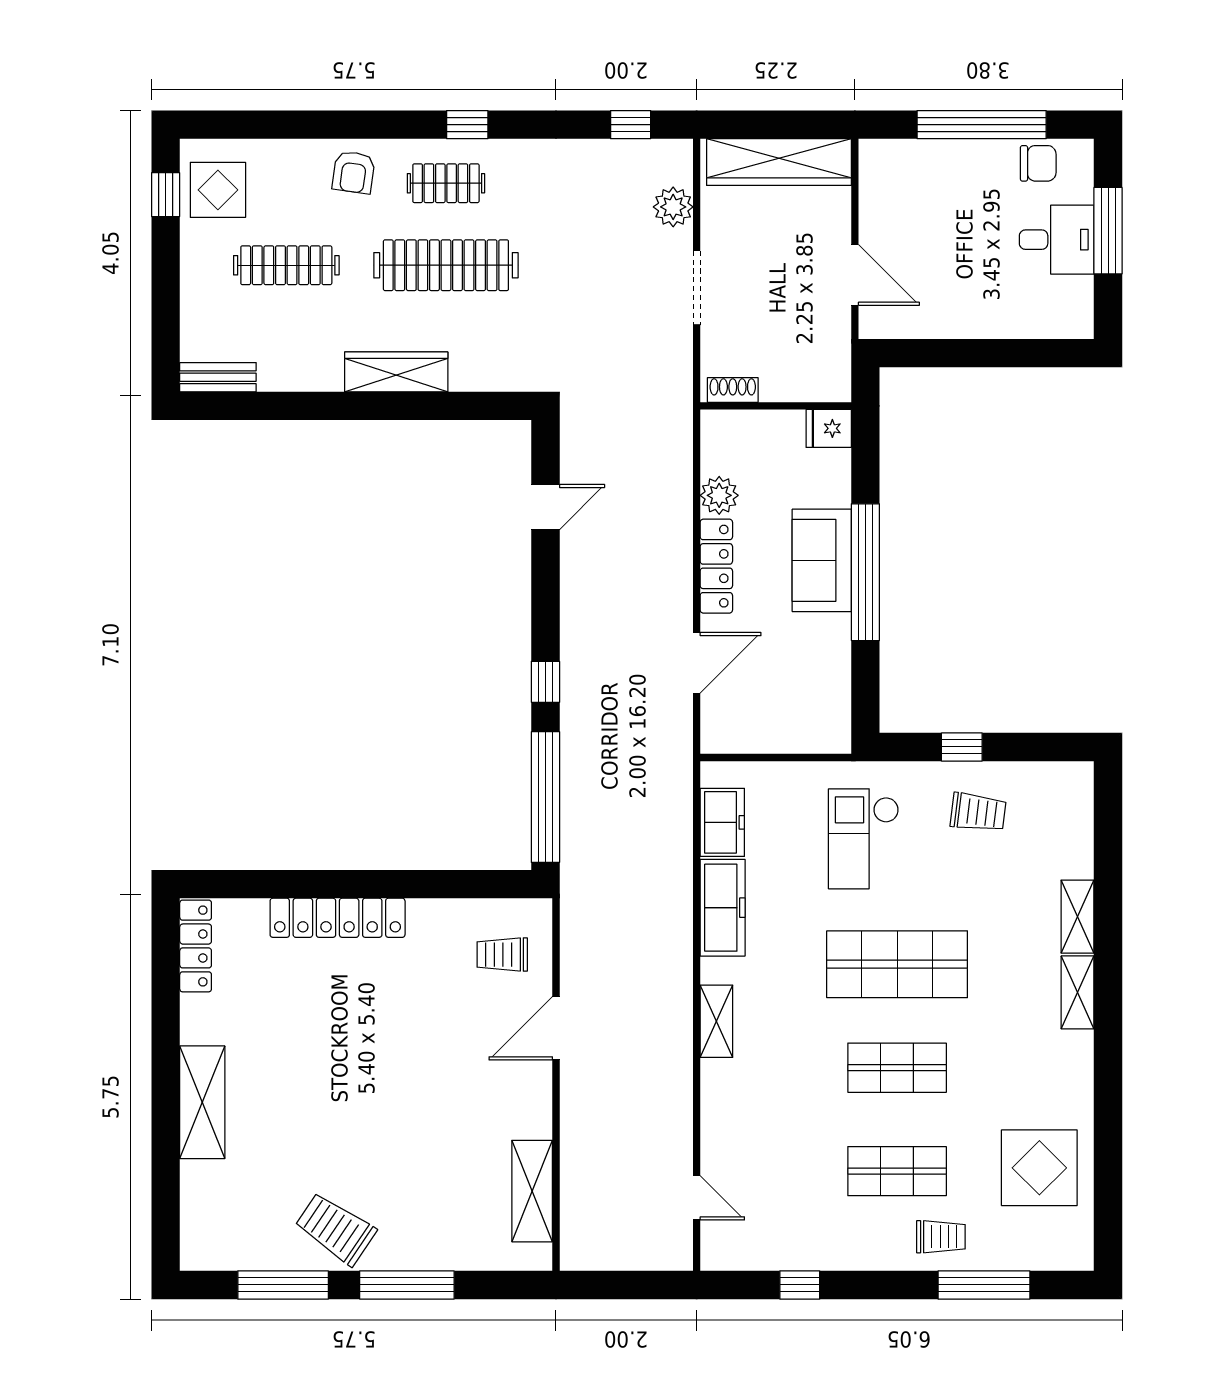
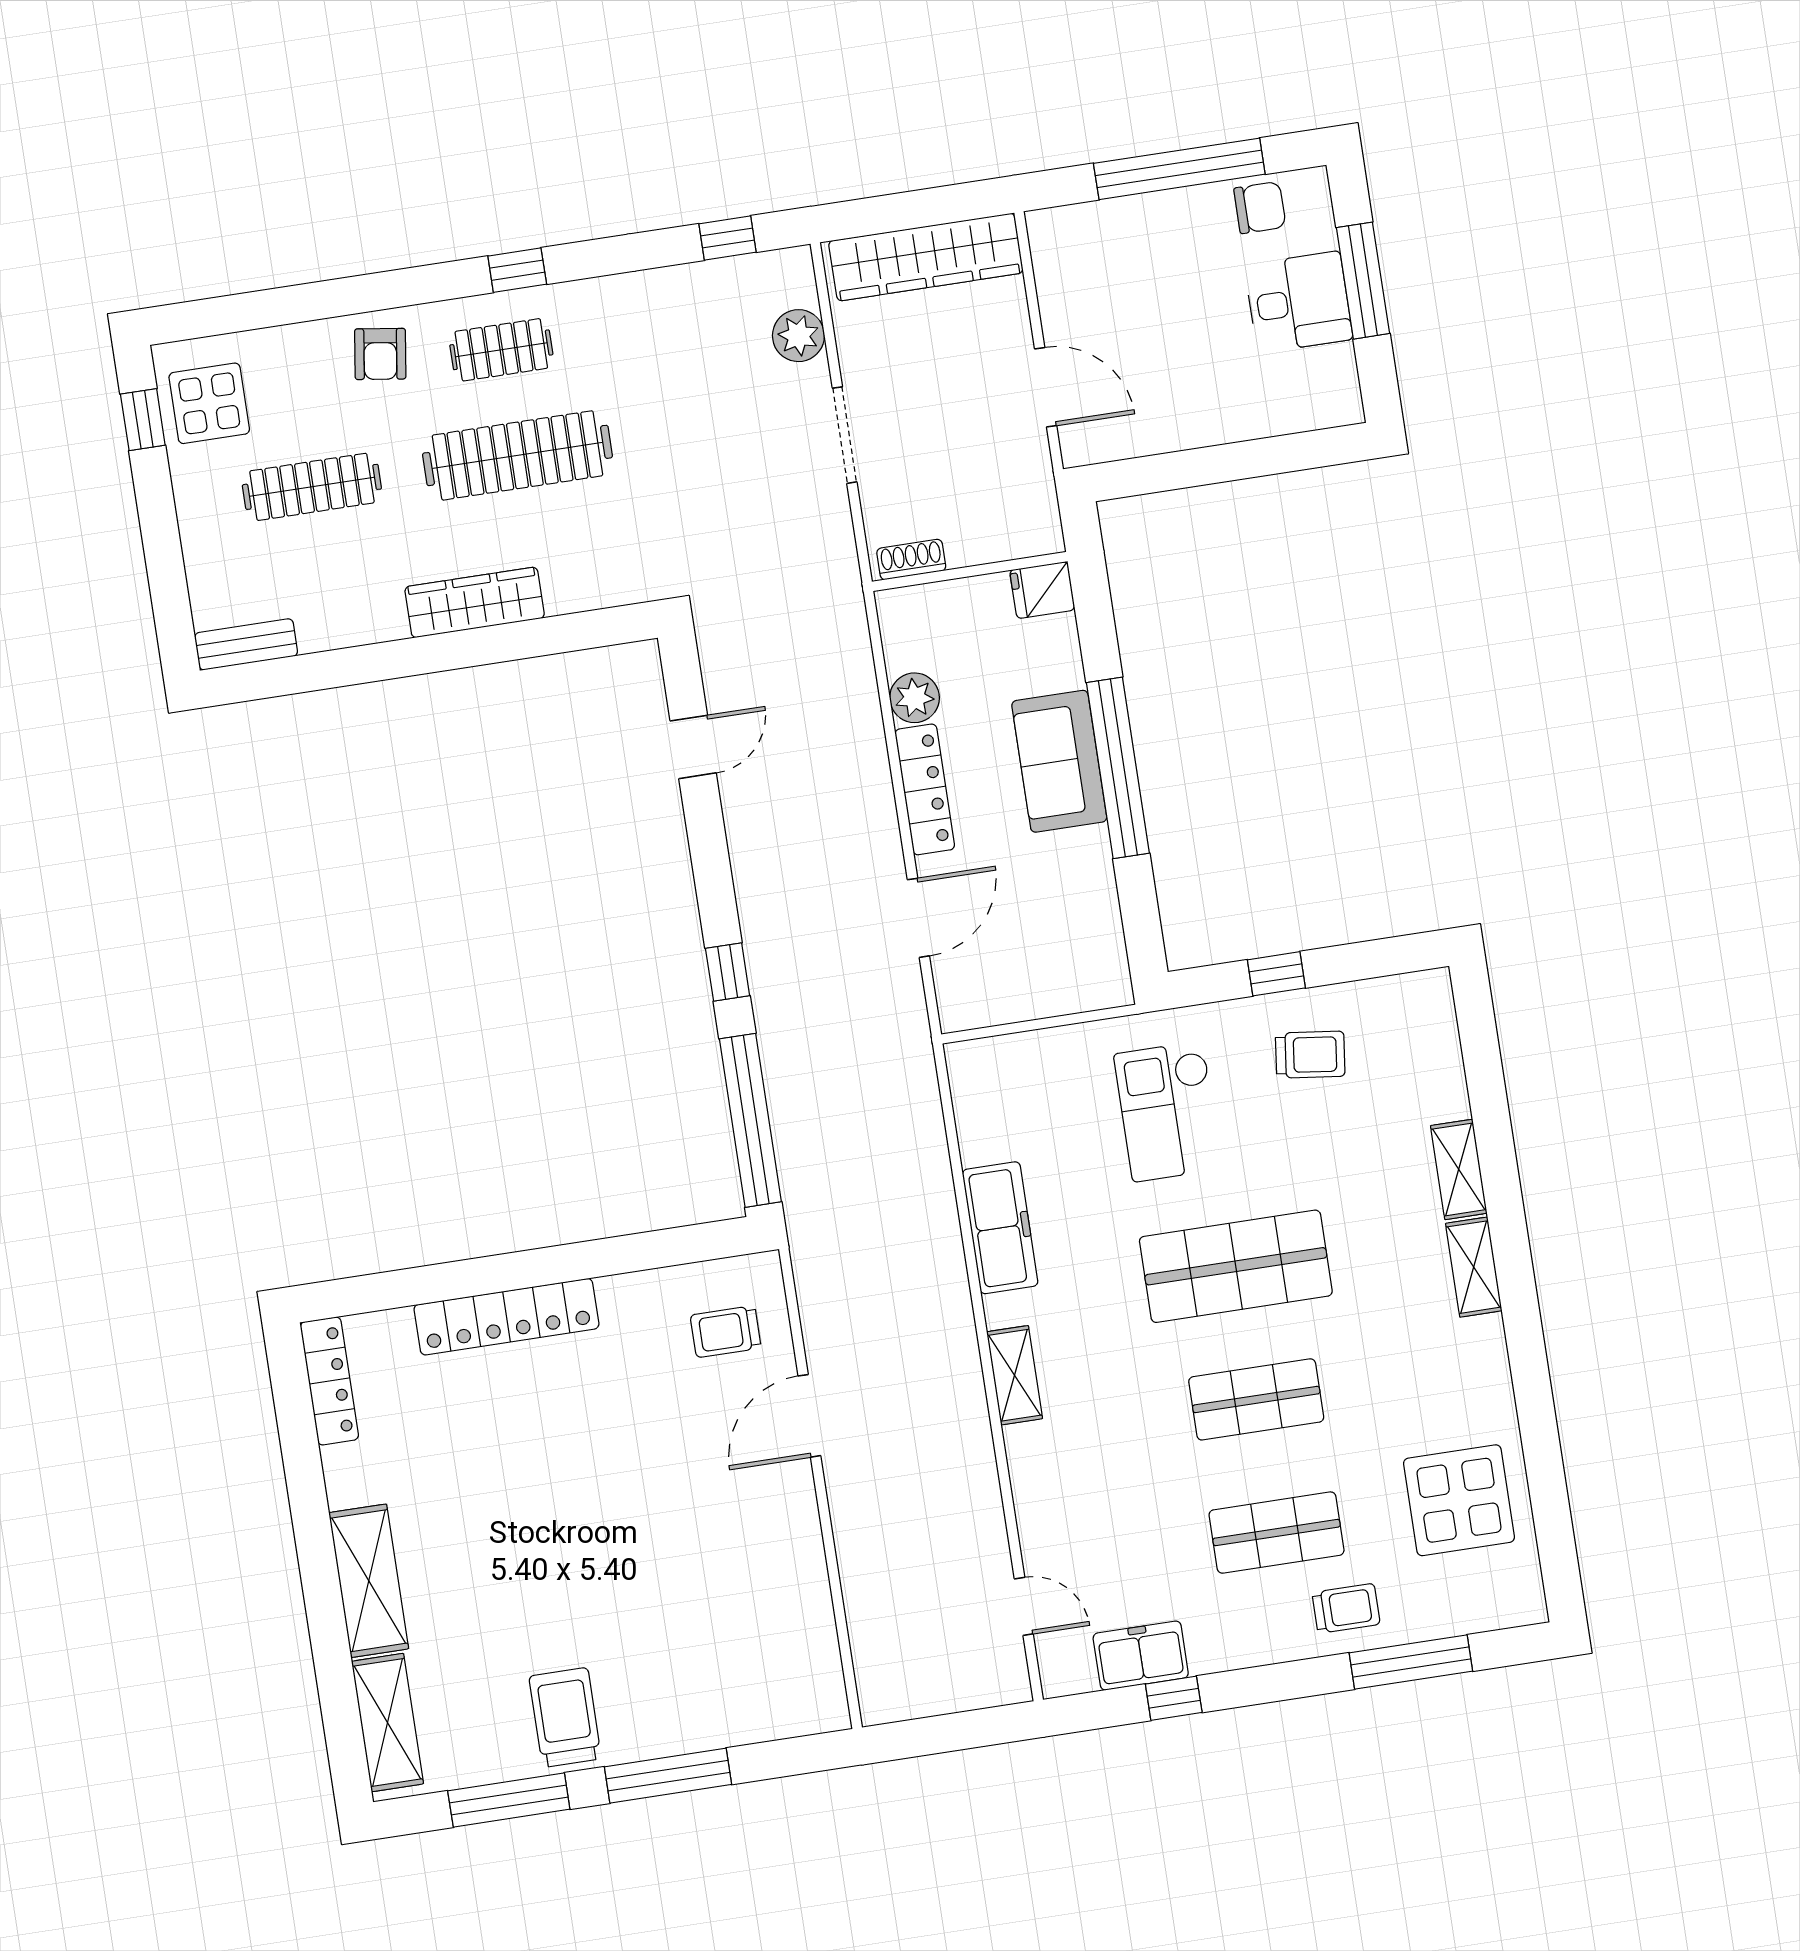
freezer: (722, 822) -> (1141, 1656), moved, turned -90
shelving: (532, 1191) -> (387, 1723), moved
trolley: (336, 1229) -> (565, 1717), turned 56

